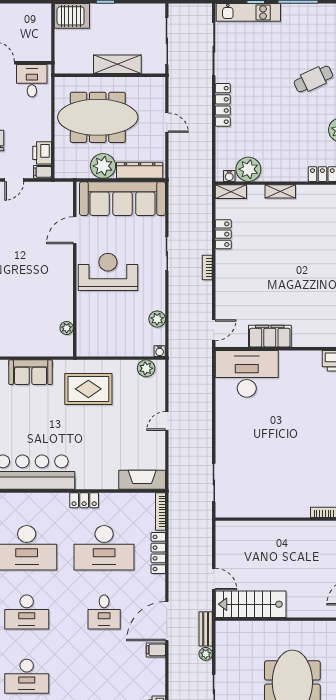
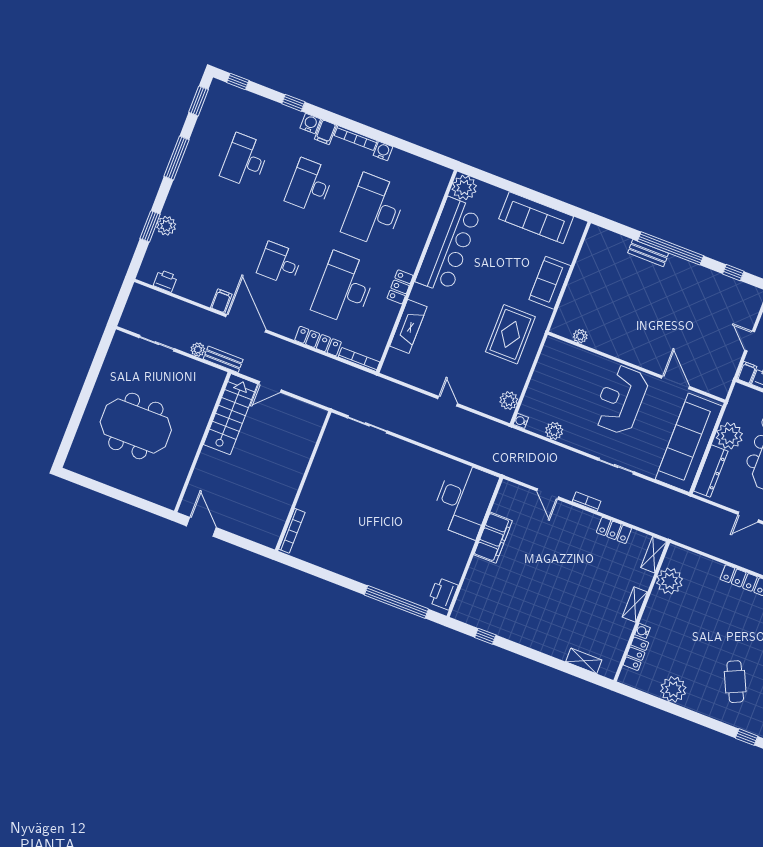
water cooler: (229, 176) -> (643, 631), moved
reception desk: (108, 272) -> (621, 400), turned 180
door: (214, 330) -> (548, 494), moved
fireplace: (142, 480) -> (408, 326), moved

